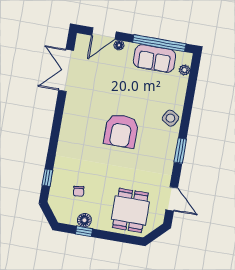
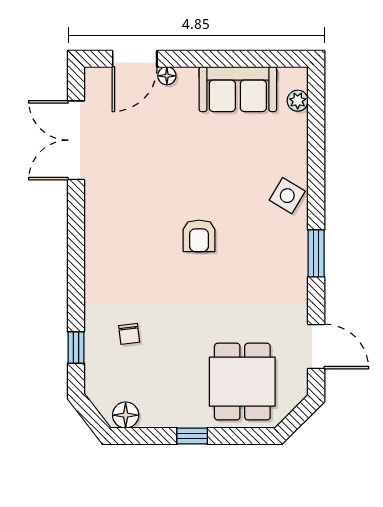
window: (159, 43) -> (242, 59), removed
armchair: (121, 131) -> (199, 236), width x0.53, depth x0.53
chair: (79, 191) -> (129, 334), moved
floor lamp: (84, 220) -> (126, 415), moved
window: (84, 231) -> (192, 436), moved

